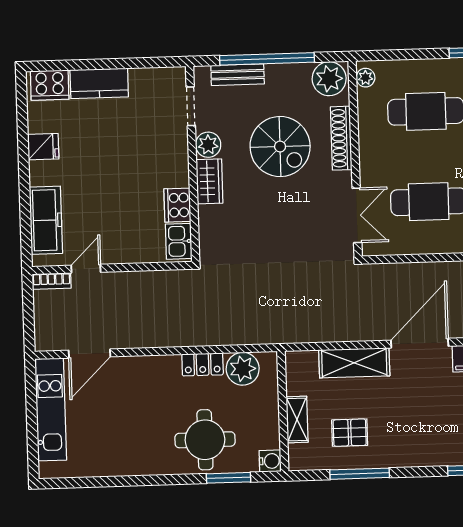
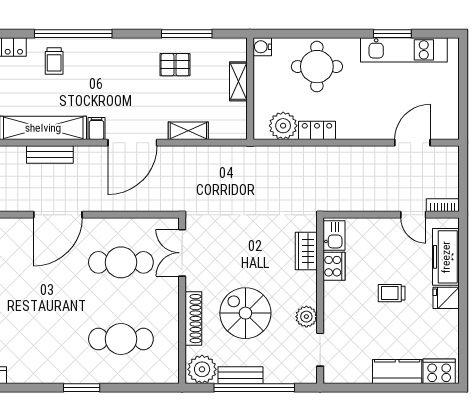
bench: (238, 75) -> (240, 375), moved
plant: (365, 78) -> (171, 369), removed
fridge: (43, 147) -> (446, 298), moved
trolley: (109, 176) -> (392, 293), added
wardrobe: (209, 181) -> (306, 251), moved
door: (86, 269) -> (413, 215), hinge flipped
shelving: (354, 363) -> (188, 131), width x0.67, depth x0.75
kitchen unit: (51, 409) -> (404, 50), moved, turned -90
pallet: (350, 433) -> (175, 65), moved
window: (228, 478) -> (392, 34), moved

